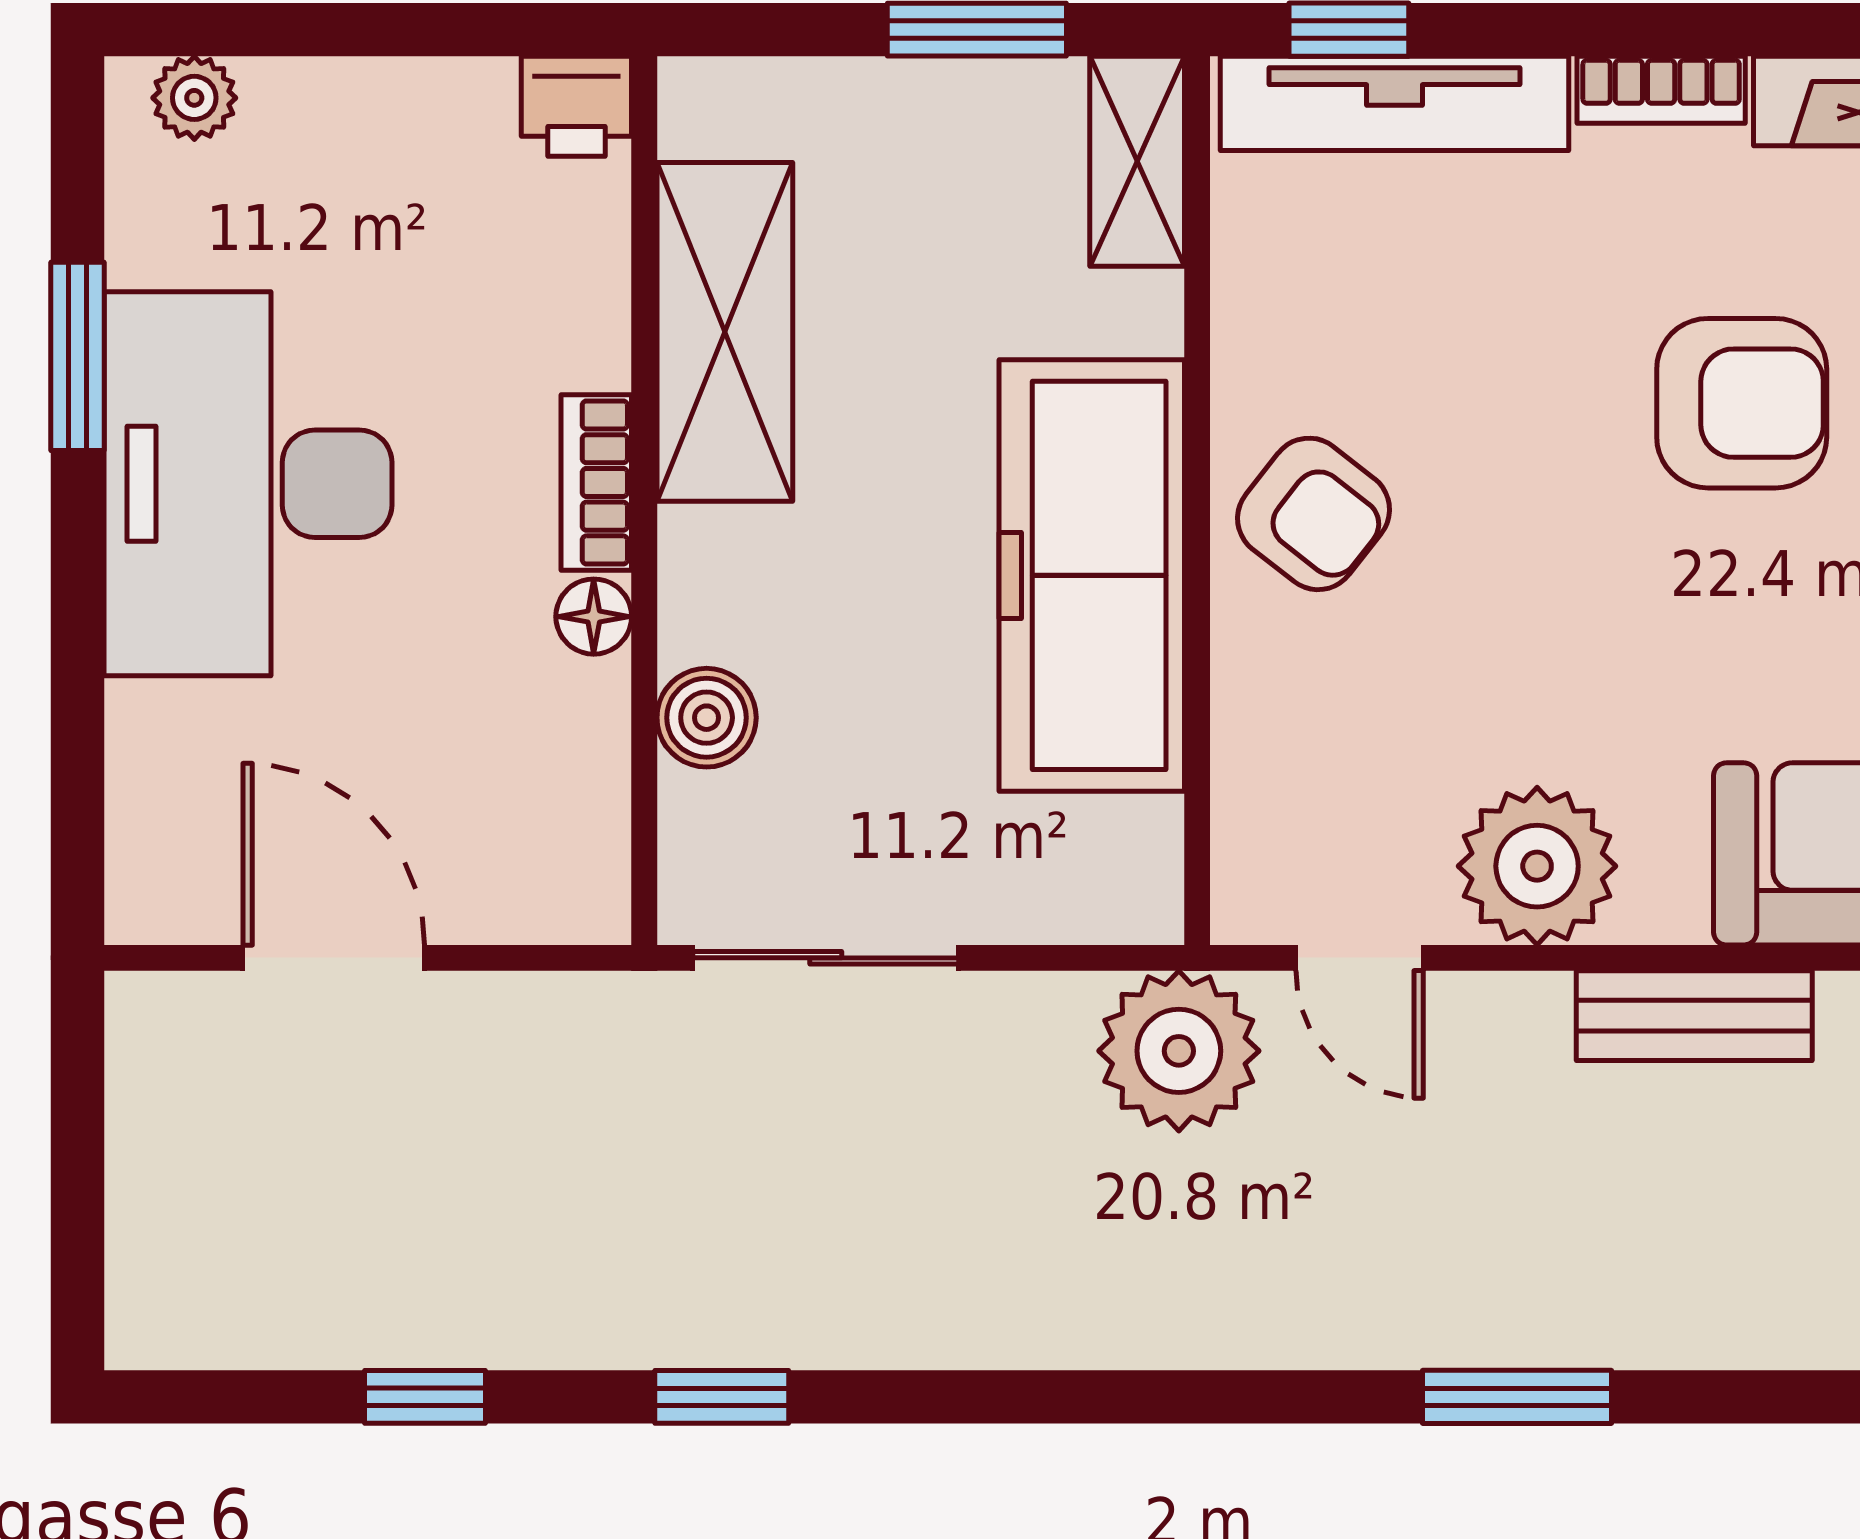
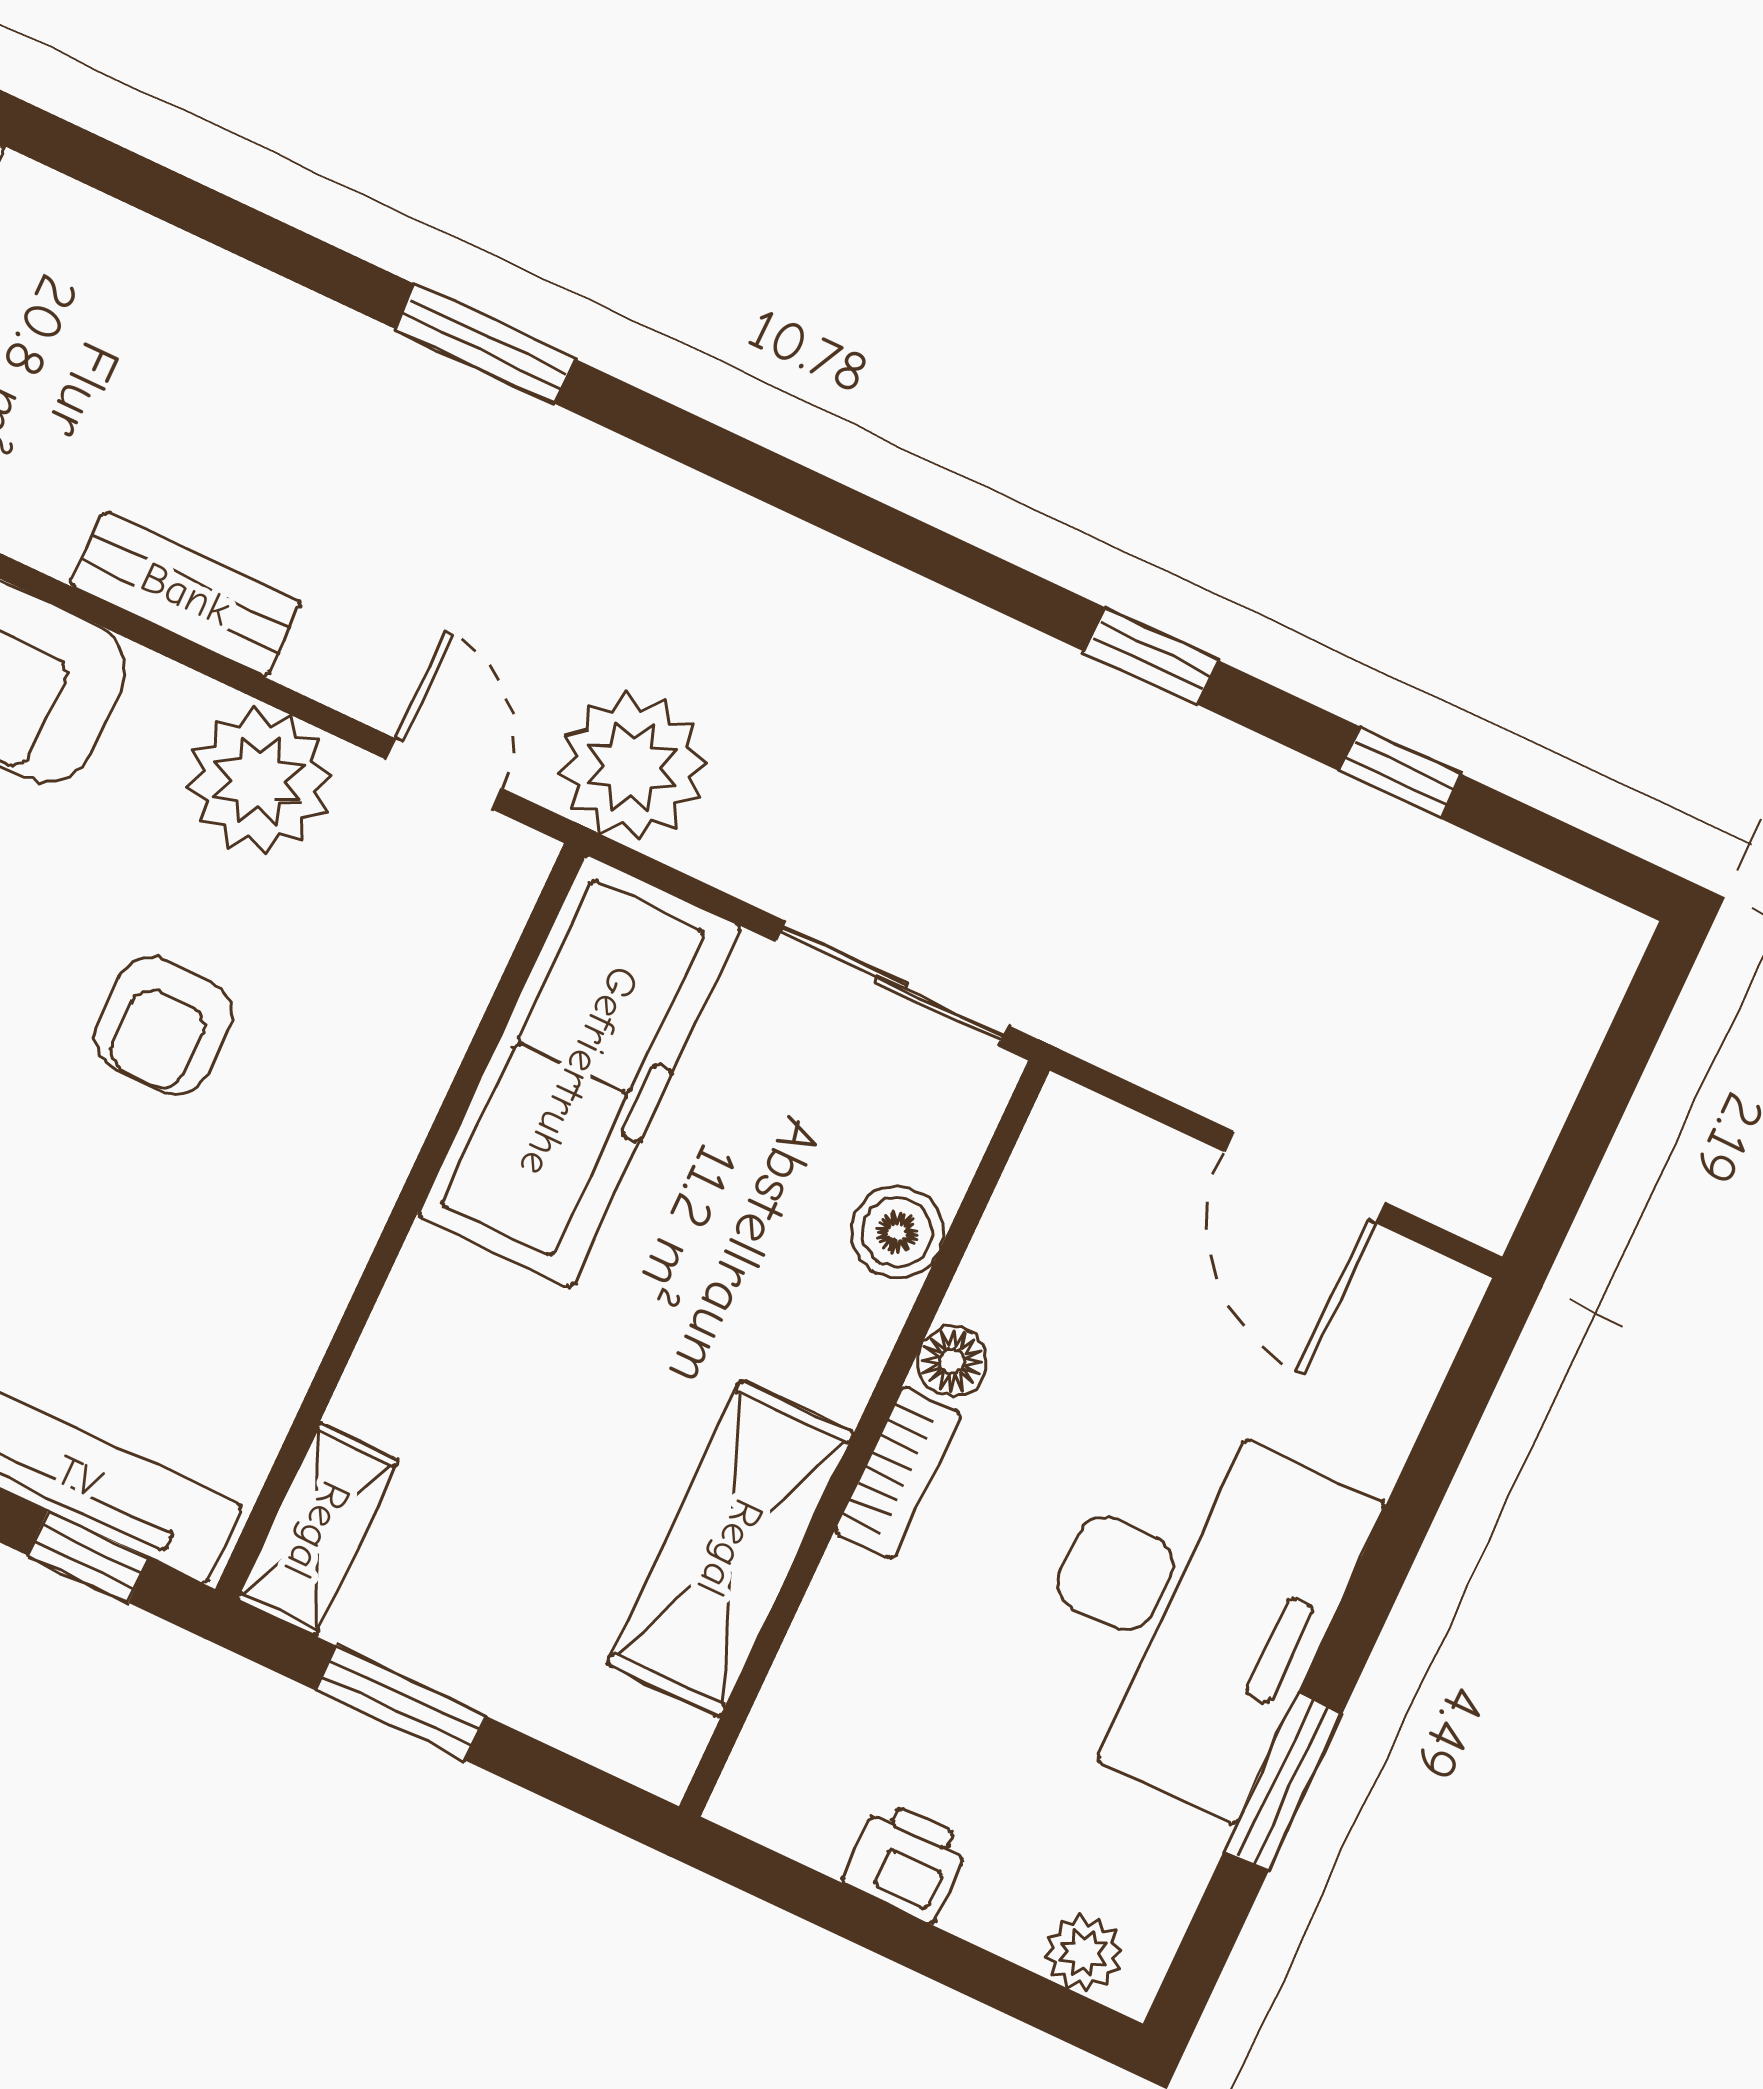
printer: (576, 106) -> (906, 1862), moved
armchair: (1314, 514) -> (164, 1026), moved, turned -128
freezer: (1092, 575) -> (579, 1071), moved

